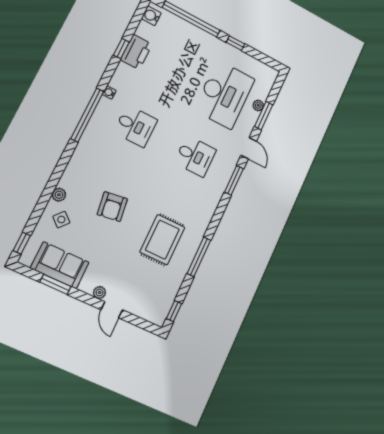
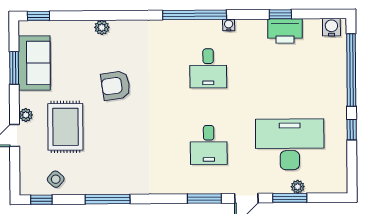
desk: (224, 95) -> (290, 144), turned 180
side table: (61, 220) -> (56, 179), moved
rug: (162, 240) -> (65, 127), moved, turned 90

